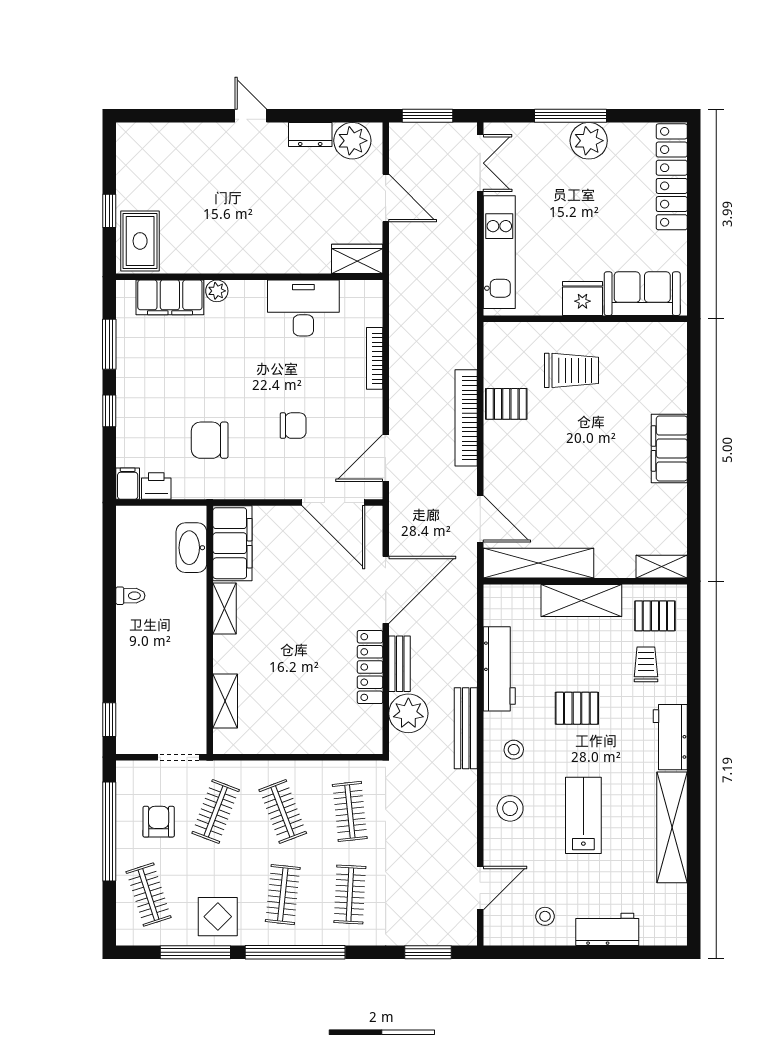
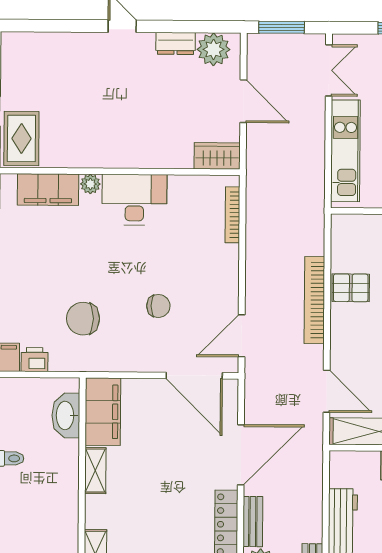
desk: (303, 308) -> (134, 200), moved
bookcase: (375, 358) -> (232, 215), moved

